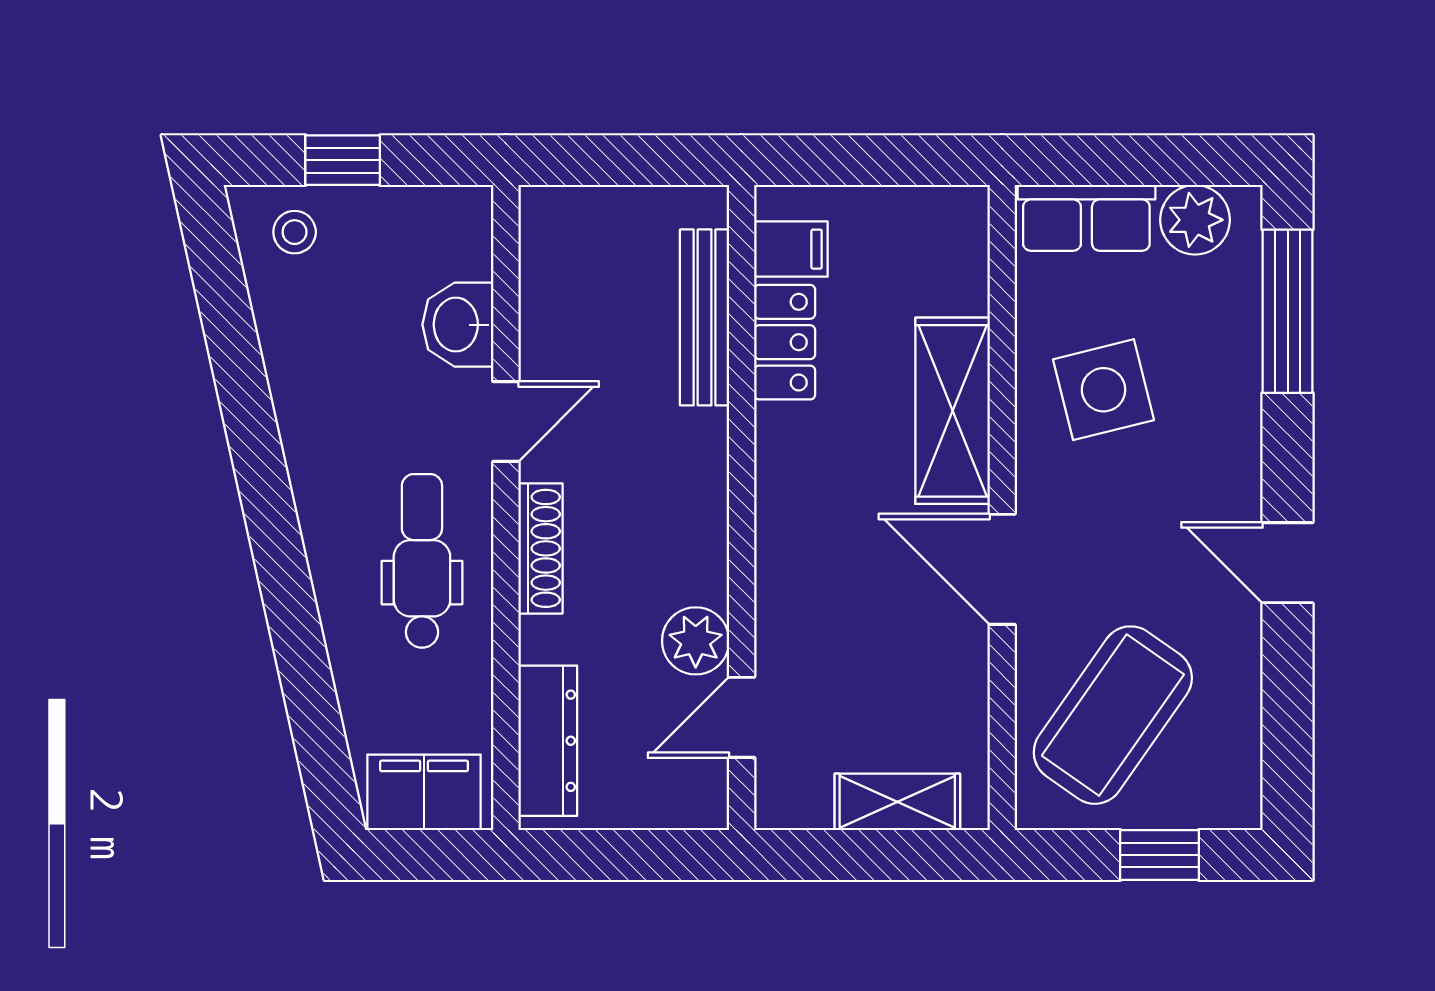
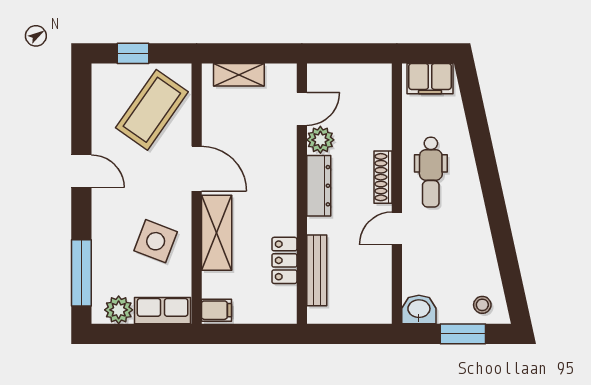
window: (343, 160) -> (463, 334), width x1.50
filing cabinet: (791, 249) -> (216, 310), moved, turned 180
washbasin: (458, 325) -> (419, 310), moved, turned -90
side table: (1104, 390) -> (156, 241), turned 35
dresser: (548, 741) -> (319, 186), moved, turned 180

